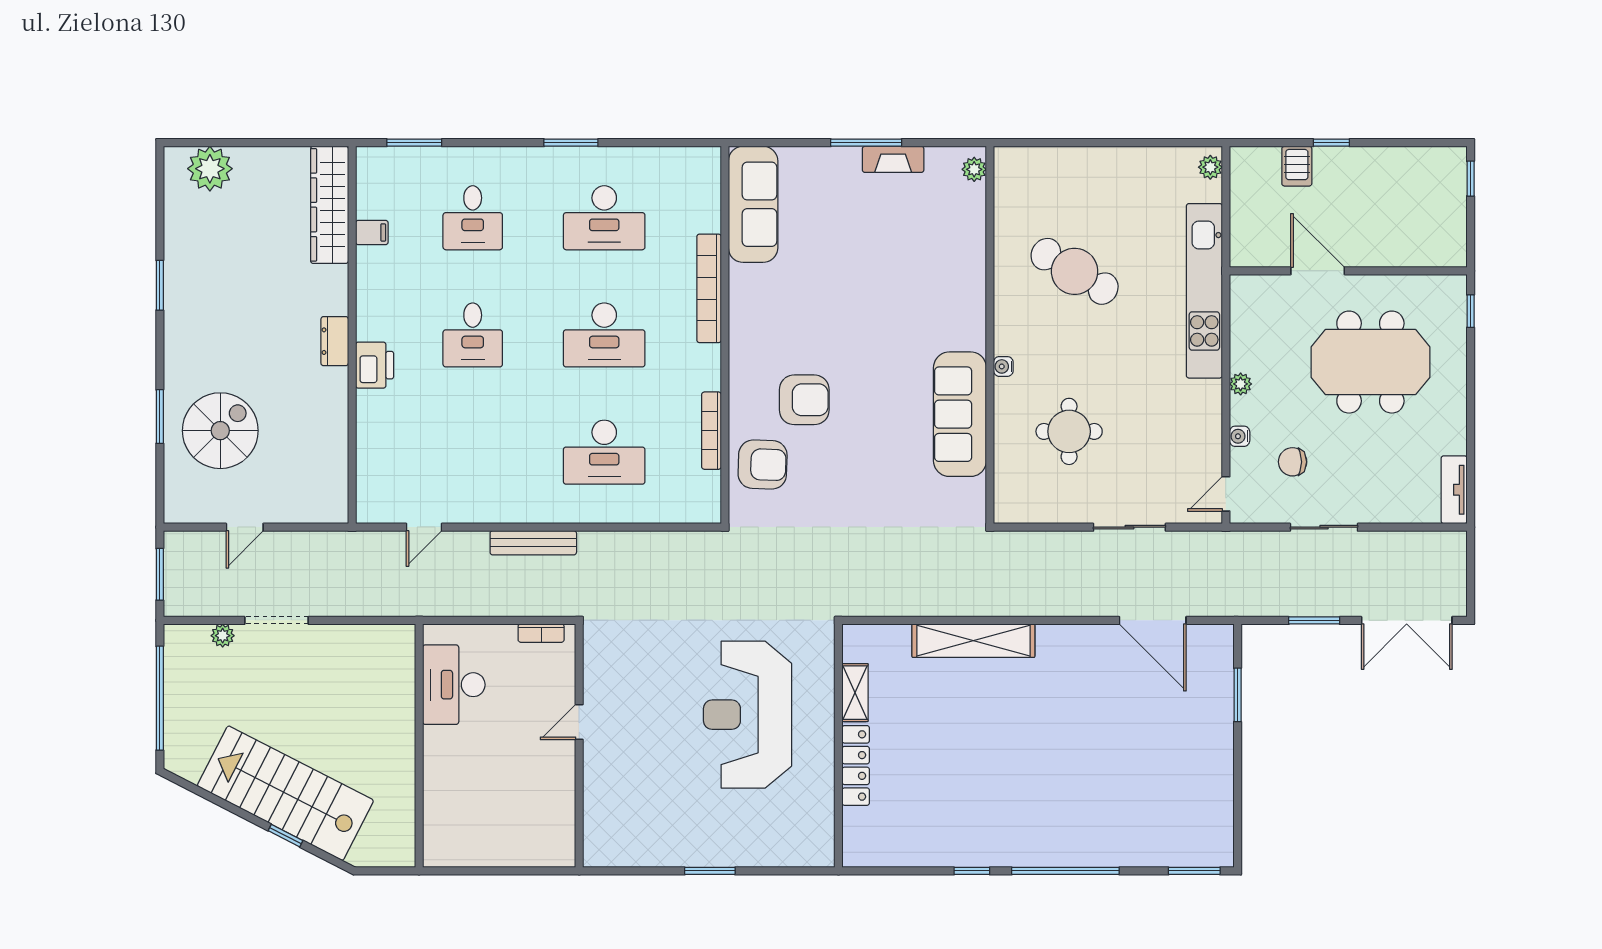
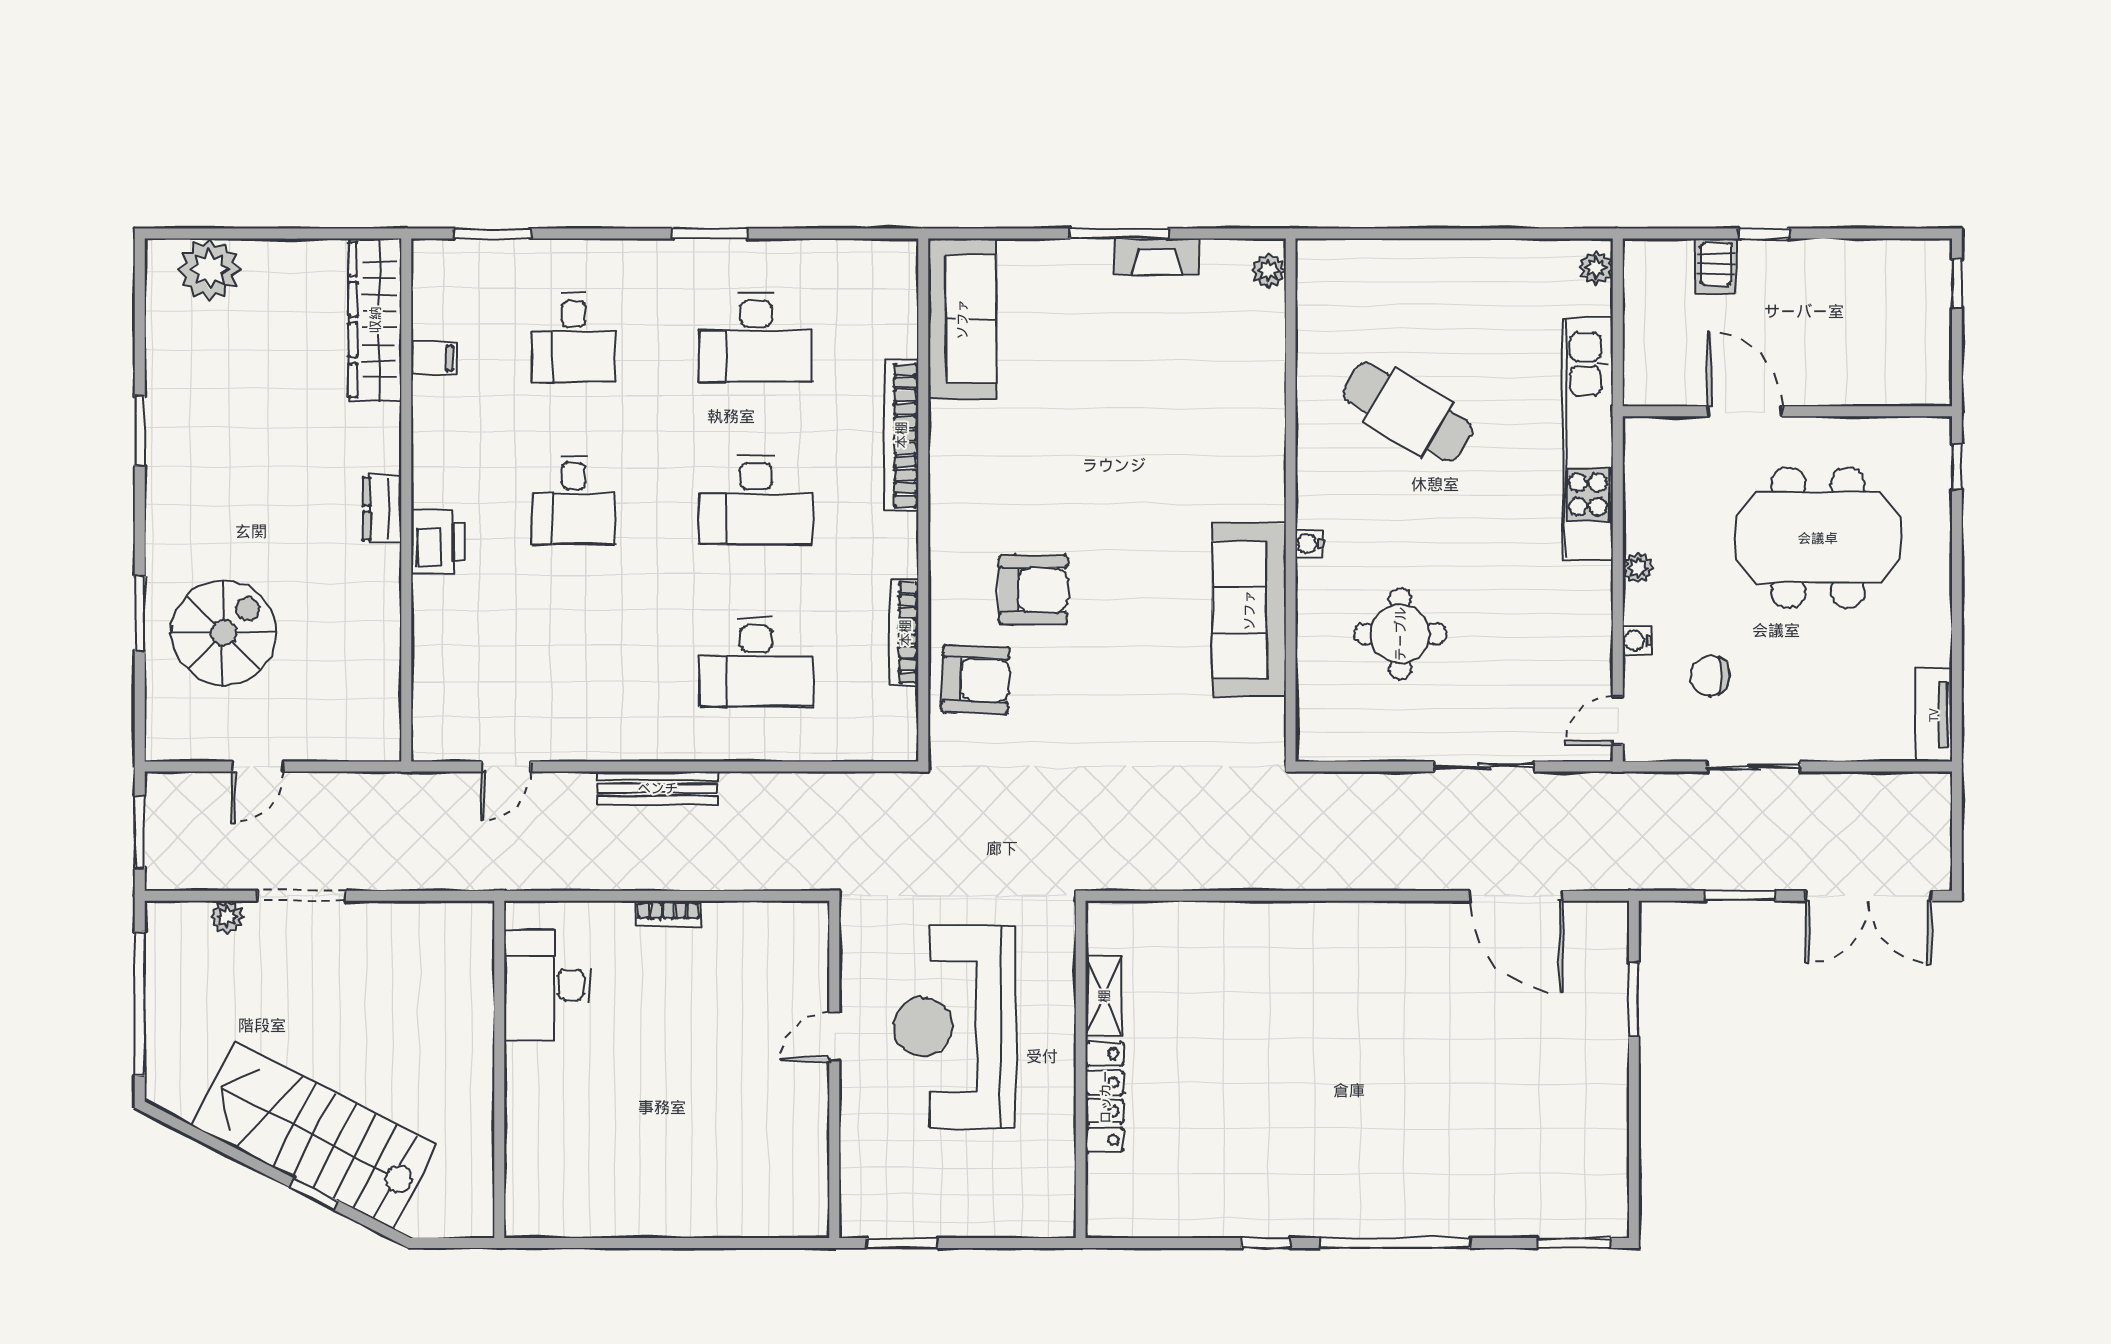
shelving: (973, 641) -> (1268, 924), removed
door: (579, 722) -> (834, 1037), moved
wall: (579, 746) -> (834, 1069), moved

